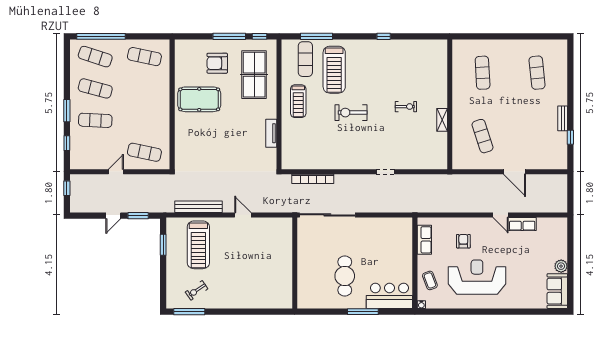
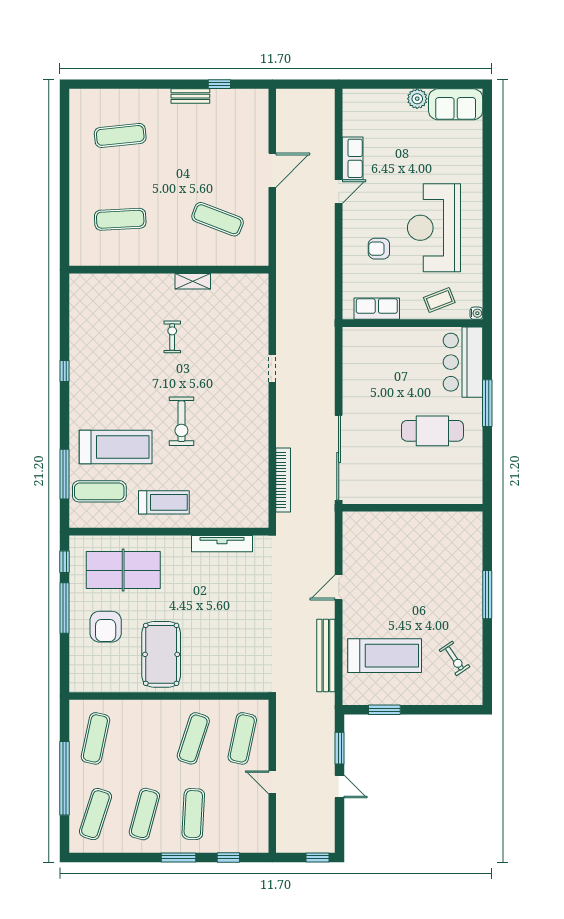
window: (101, 36) -> (65, 778), moved
exercise mat: (144, 120) -> (193, 738), added
tv unit: (271, 133) -> (222, 544), width x1.41
exercise mat: (483, 136) -> (218, 219), turned 39
window: (67, 188) -> (317, 857), moved
window: (189, 312) -> (487, 595), moved

